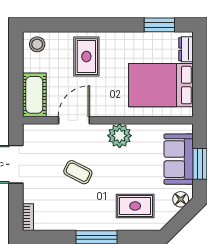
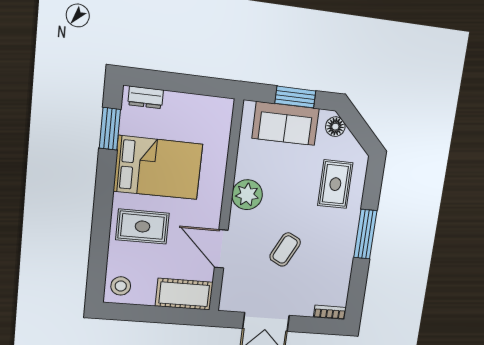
bed: (161, 85) -> (158, 168), moved, turned -90

